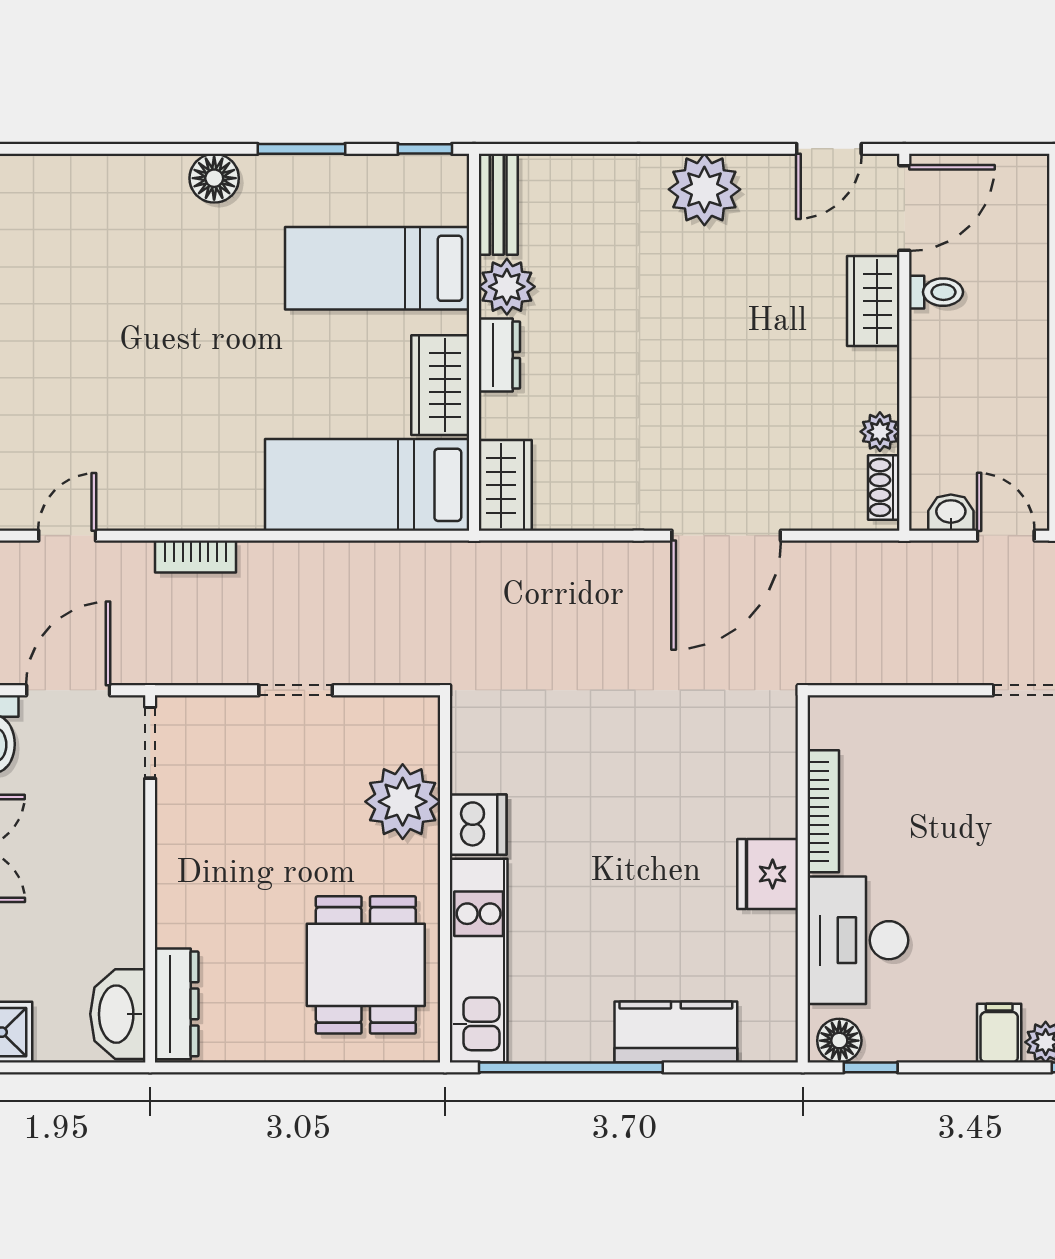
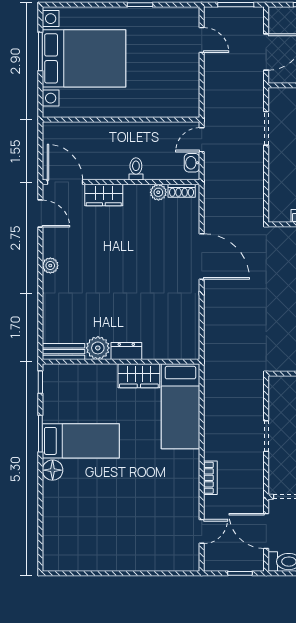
plant: (704, 189) -> (50, 265), width x0.53, depth x0.53
bed: (377, 268) -> (81, 441), moved, turned -90
toilet: (936, 292) -> (136, 169), moved
wardrobe: (505, 485) -> (181, 349), removed
door: (67, 536) -> (202, 531), swing flipped

